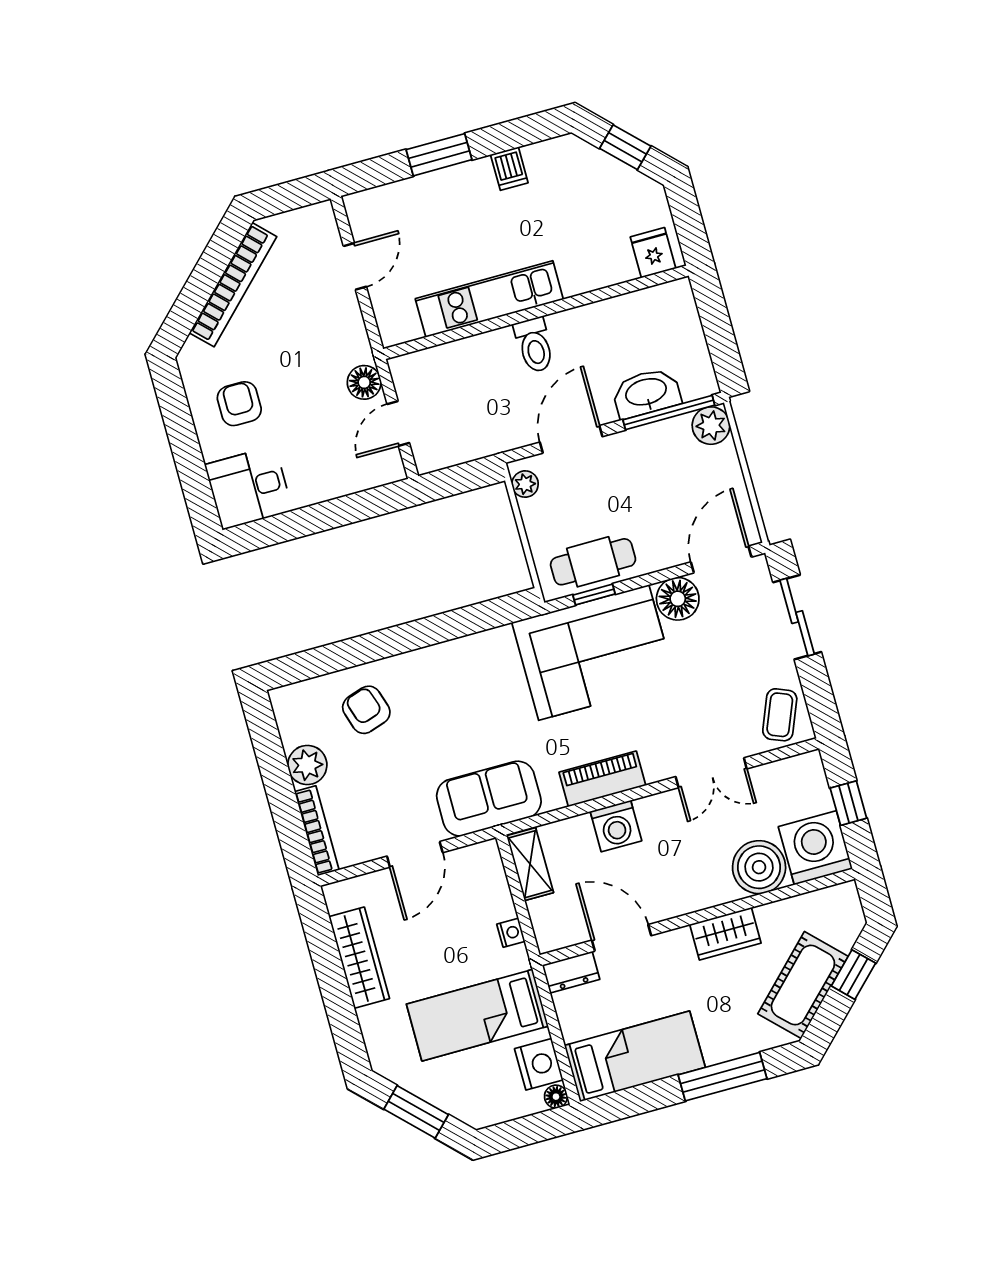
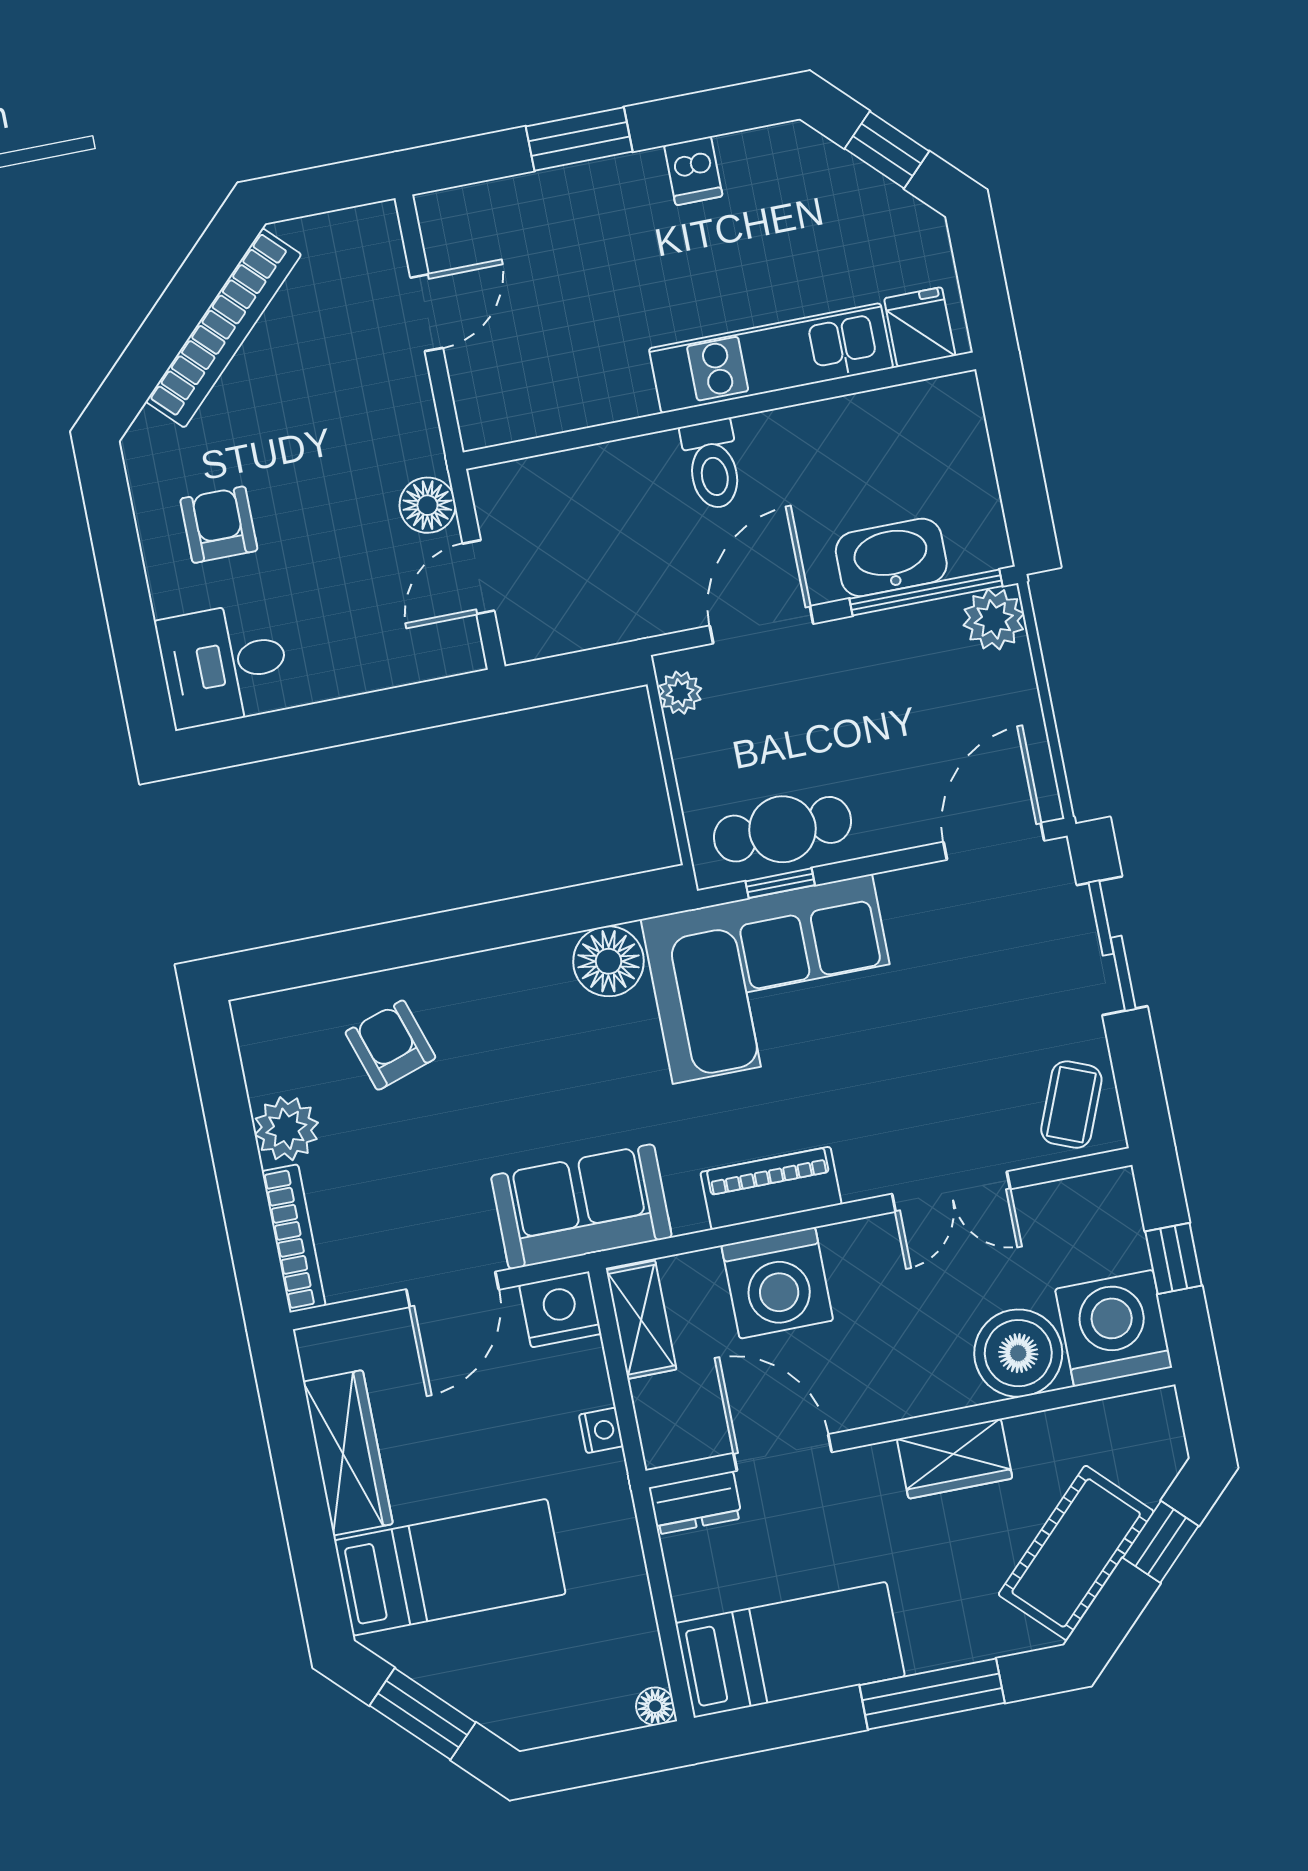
kitchen unit: (489, 299) -> (771, 358), moved
floor lamp: (678, 599) -> (608, 961), moved
washing machine: (616, 826) -> (777, 1283), width x1.37, depth x1.37
bed: (477, 1015) -> (450, 1567), moved, turned 180
nightstand: (539, 1064) -> (560, 1310), moved, turned -90

